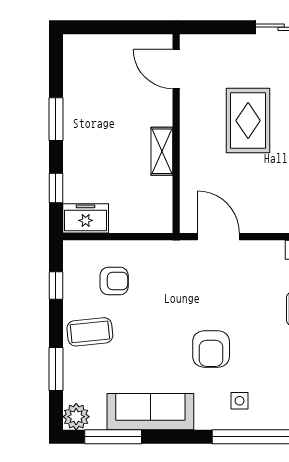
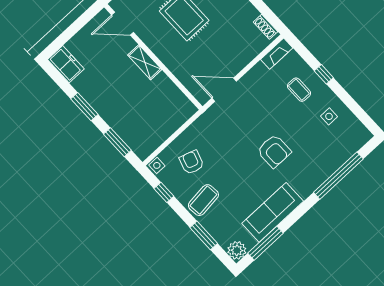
shelving: (162, 151) -> (145, 62), moved
window: (56, 188) -> (117, 142), width x1.50
freezer: (86, 218) -> (66, 64), moved, turned 90
armchair: (114, 281) -> (192, 162), turned -72
side table: (240, 401) -> (157, 165), moved

